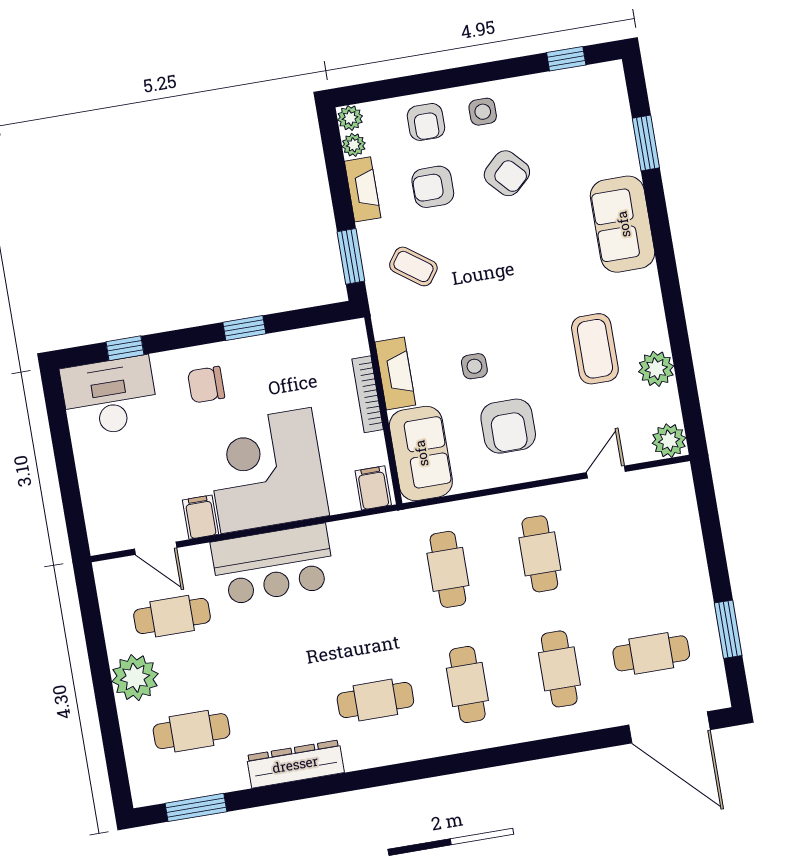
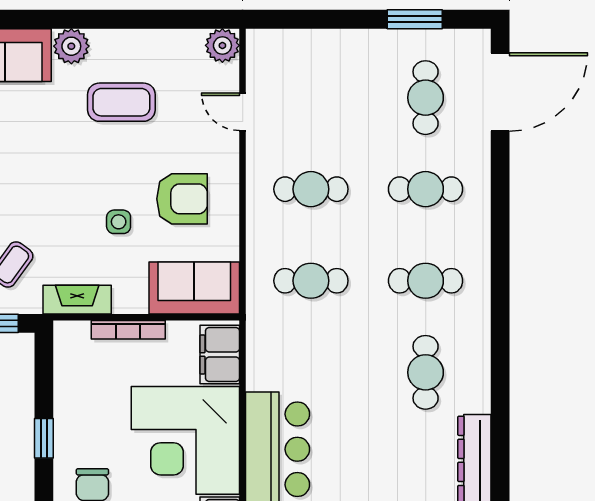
plant: (656, 369) -> (71, 46), moved
fireplace: (395, 373) -> (77, 300), moved
filing cabinet: (373, 488) -> (220, 355), width x2.00

